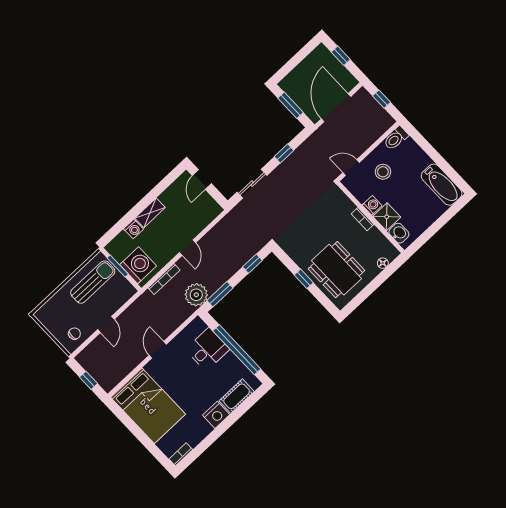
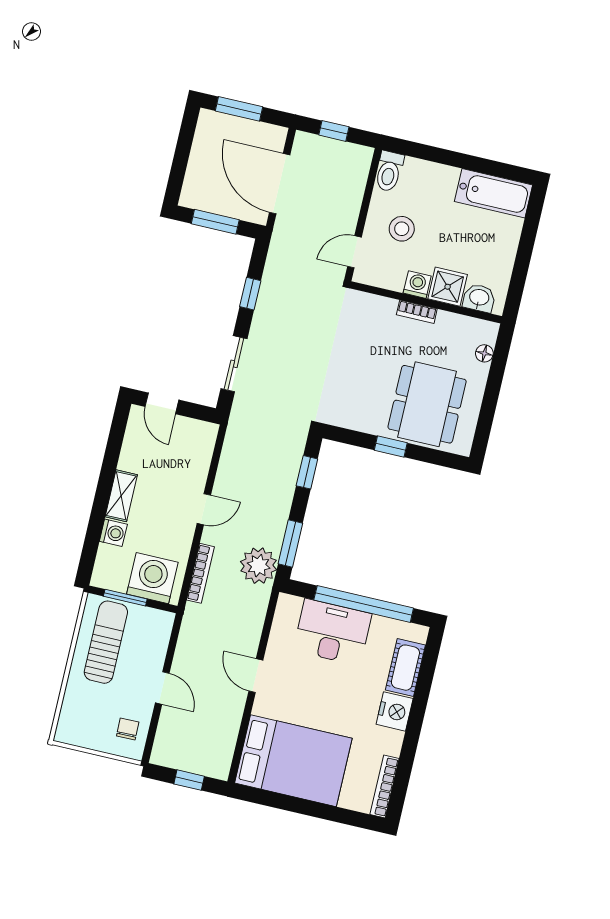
window: (341, 56) -> (239, 109), width x1.50
door: (188, 248) -> (204, 509), hinge flipped
dining table: (337, 270) -> (427, 404), turned 90
desk: (207, 349) -> (332, 632), width x1.37
bookcase: (181, 454) -> (384, 787), width x1.56

